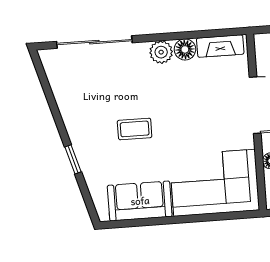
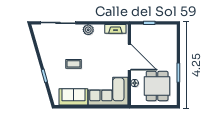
floor lamp: (185, 49) -> (99, 29), removed

